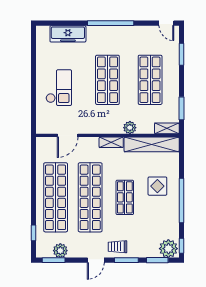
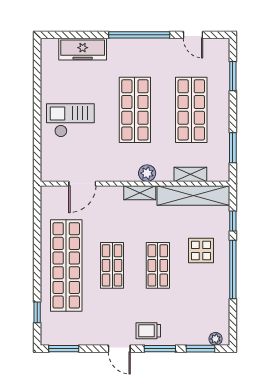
door: (166, 23) -> (193, 35), moved
checkout: (59, 88) -> (70, 120), turned -90
plant: (130, 128) -> (147, 173), moved
shelving: (167, 128) -> (190, 174), moved
shop shelf: (90, 197) -> (112, 265), width x0.50, depth x0.74
window: (181, 246) -> (233, 221), moved
plant: (168, 249) -> (216, 339), width x0.53, depth x0.53
plant: (60, 251) -> (72, 336), removed
door: (96, 260) -> (119, 349), hinge flipped

